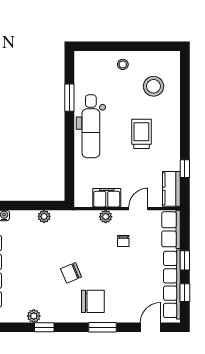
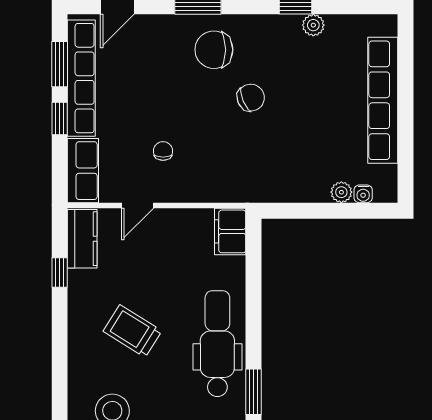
trolley: (141, 134) -> (132, 331), turned 122
filing cabinet: (107, 198) -> (230, 231), moved, turned 90
plant: (44, 216) -> (341, 192), moved
plant: (106, 217) -> (193, 192), removed
window: (185, 293) -> (60, 64), width x1.50

